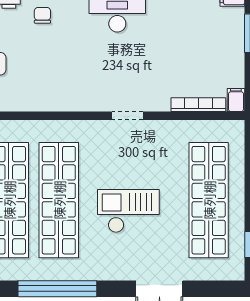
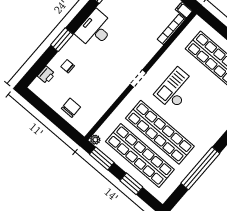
doorway: (127, 116) -> (138, 78), moved
checkout: (128, 211) -> (175, 89), moved

